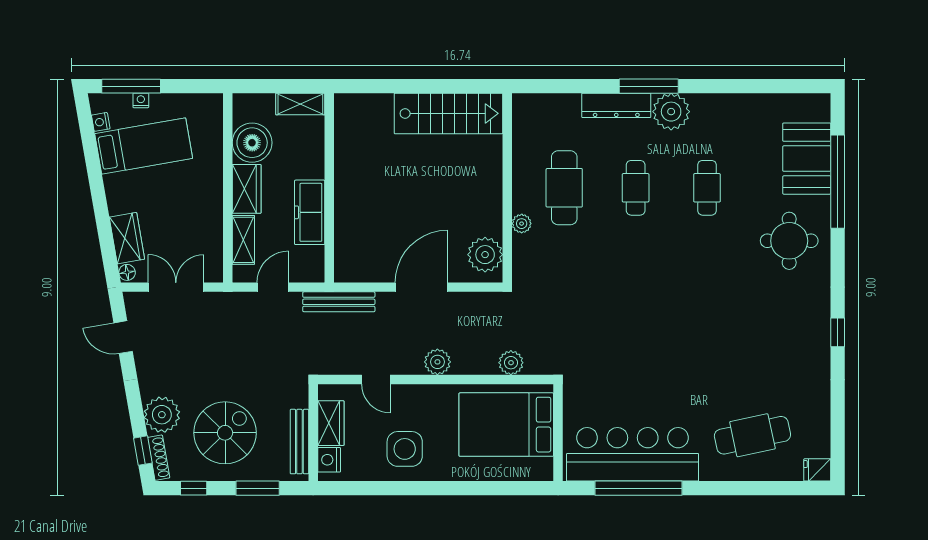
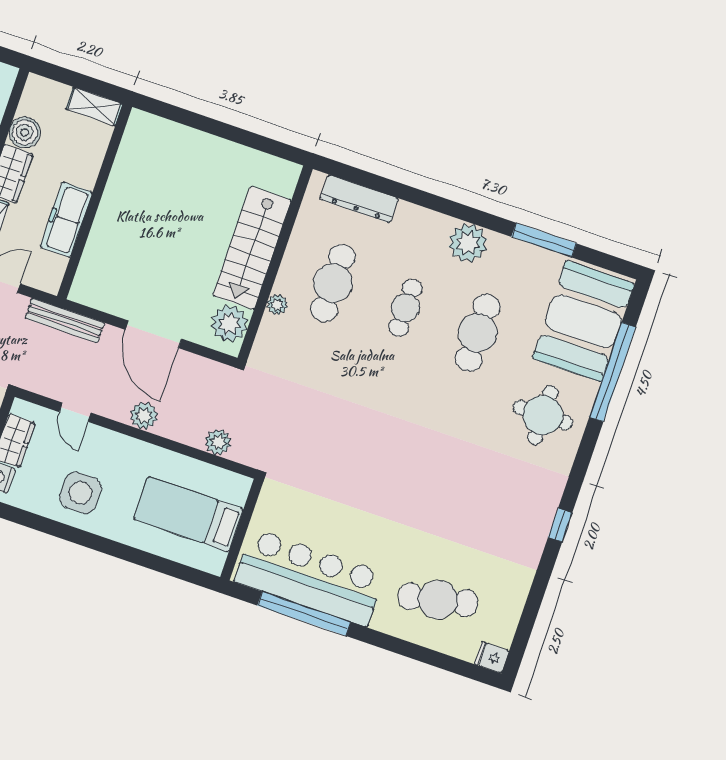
window: (649, 86) -> (544, 240), moved
dresser: (616, 105) -> (359, 199), moved
stairs: (448, 113) -> (252, 248), moved, turned 90
boiler: (252, 143) -> (25, 132), width x0.73, depth x0.73
booth: (807, 159) -> (583, 321), width x1.36, depth x1.42
cafe table: (707, 188) -> (478, 333), width x1.37, depth x1.35
door: (421, 287) -> (154, 334), swing flipped
bed: (506, 425) -> (188, 514), width x0.67

